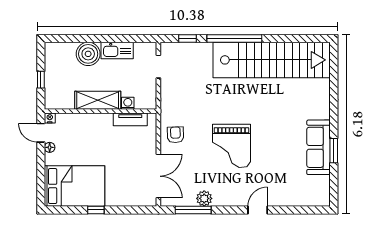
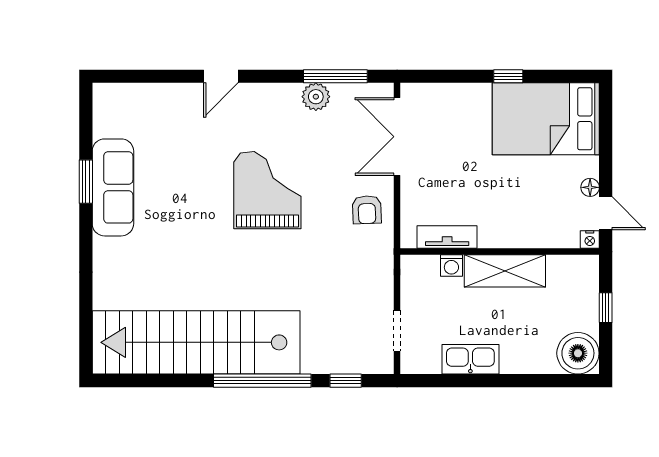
boiler: (88, 54) -> (578, 353), moved

